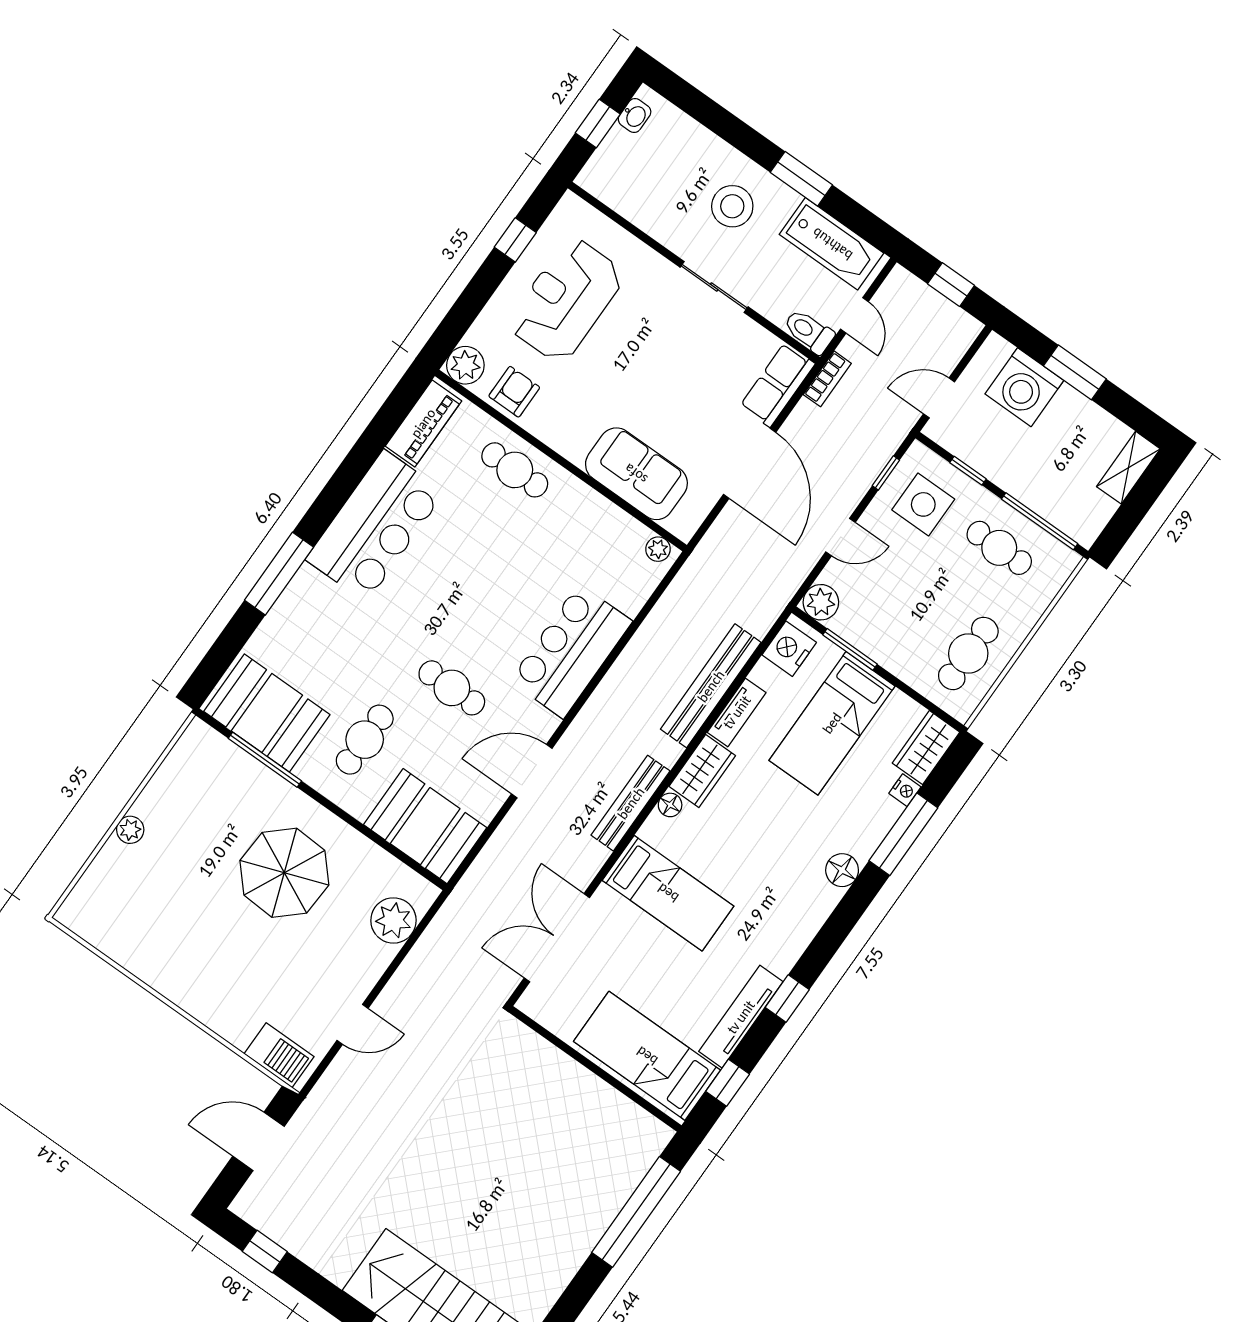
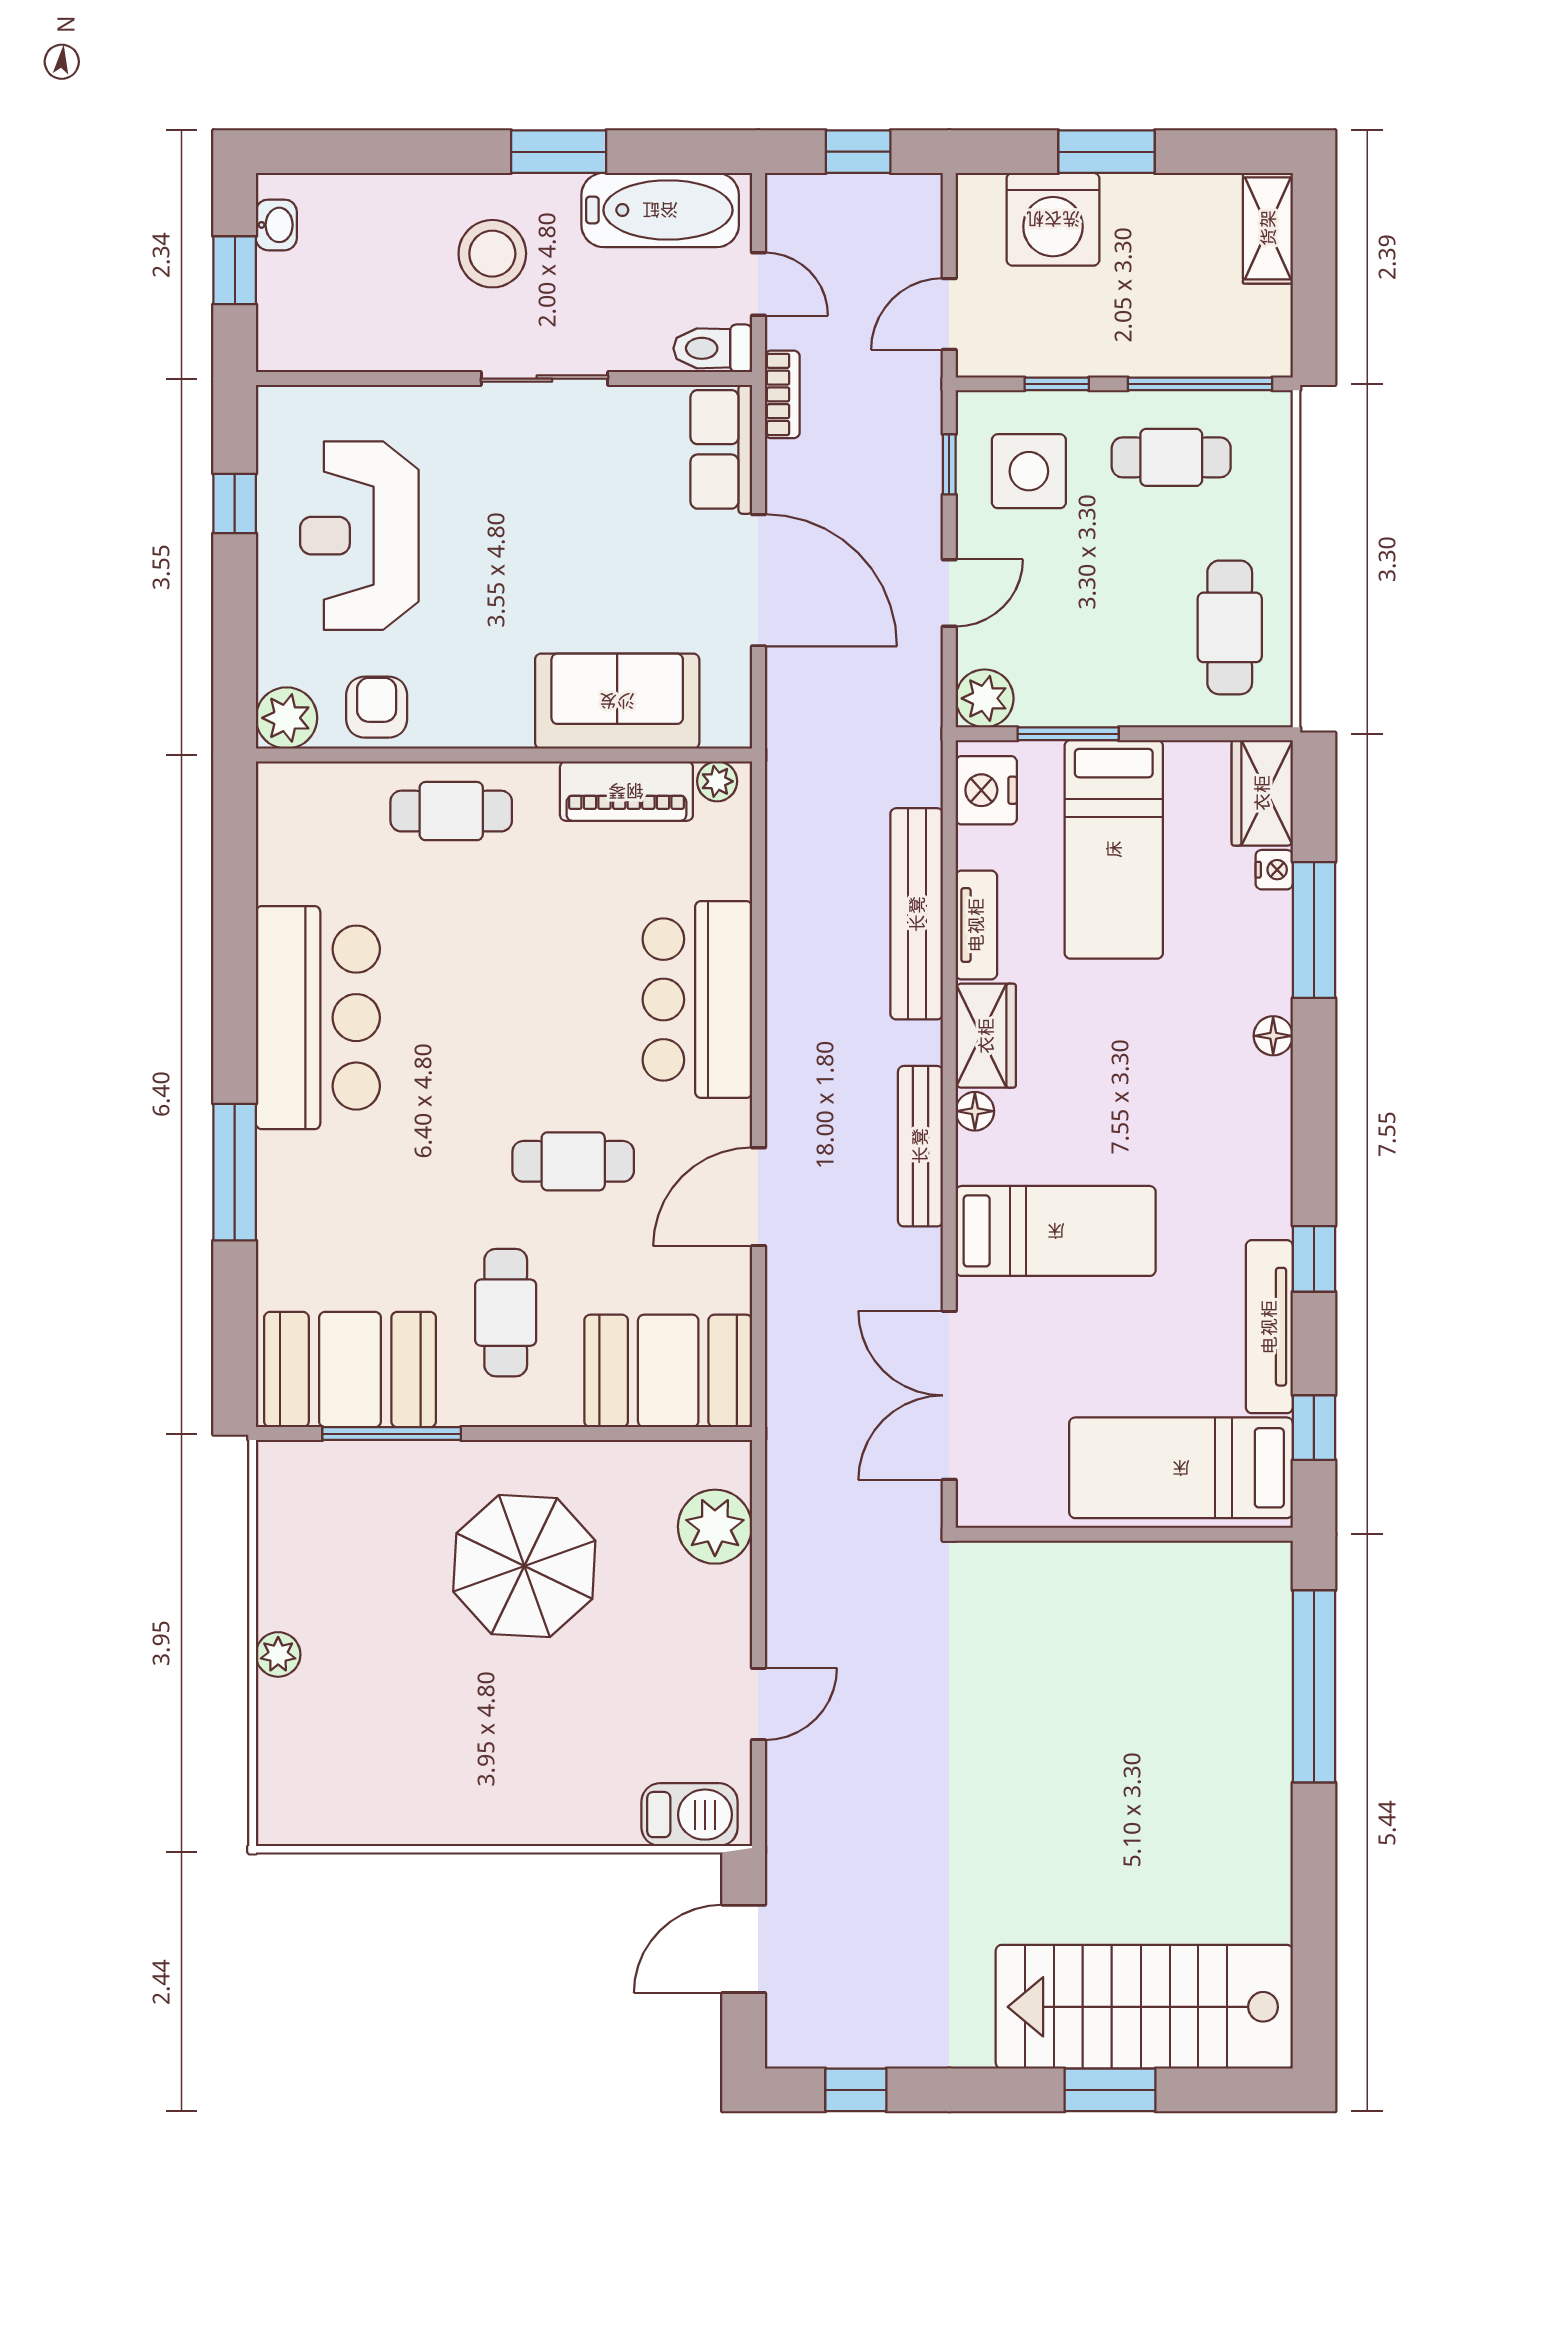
piano: (423, 423) -> (626, 791), moved, turned 90
floor lamp: (842, 870) -> (1273, 1036), width x0.73, depth x0.73

